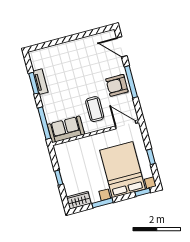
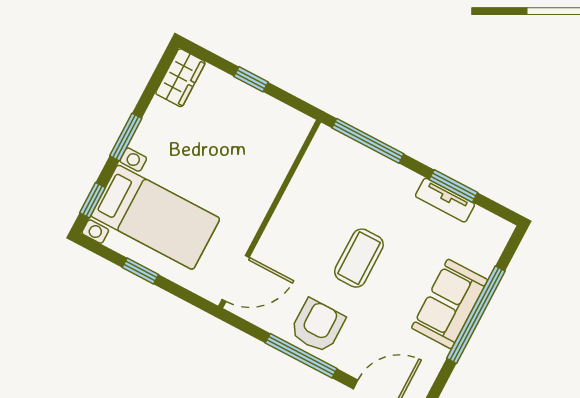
window: (68, 39) -> (476, 315), added
coffee table: (95, 109) -> (359, 258), moved, turned 90
sofa: (66, 129) -> (450, 304), moved, turned 180
bed with nightstands: (122, 170) -> (155, 217), width x0.73
window: (103, 203) -> (126, 137), moved

